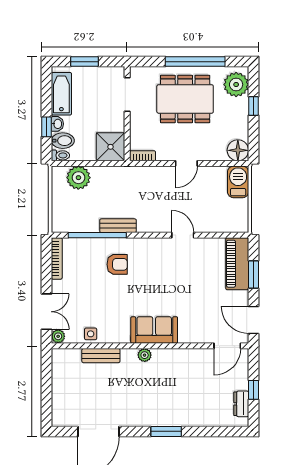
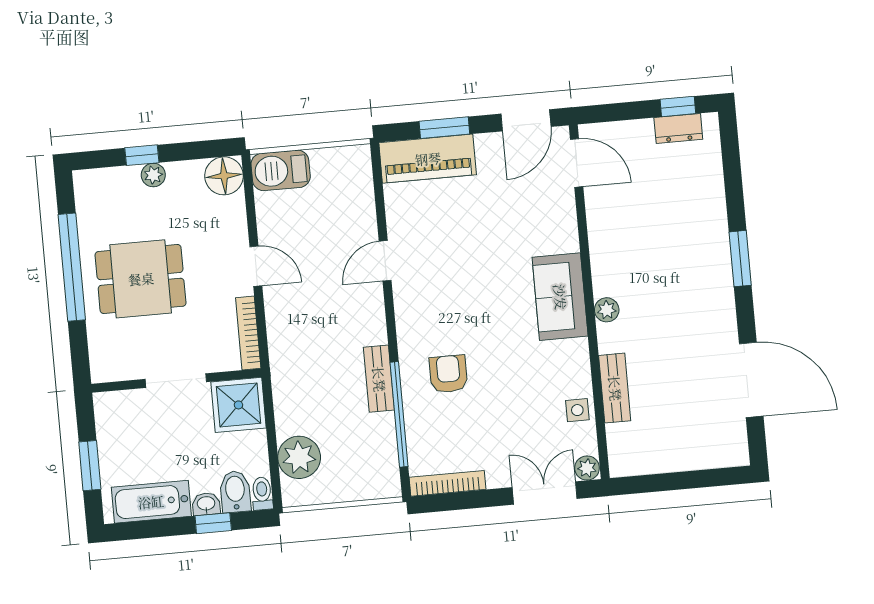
plant: (236, 85) -> (153, 175), moved, width x0.53, depth x0.53
doorway: (127, 95) -> (176, 381), moved
dining table: (185, 99) -> (141, 279), width x0.73
bookcase: (142, 156) -> (248, 333), width x1.56
window: (253, 390) -> (678, 106), moved

